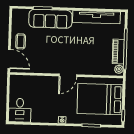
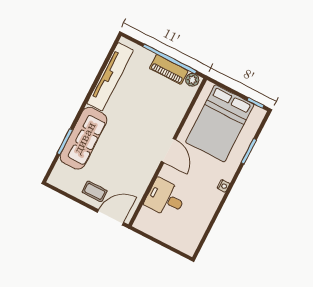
desk: (20, 110) -> (165, 198), moved, turned 180

